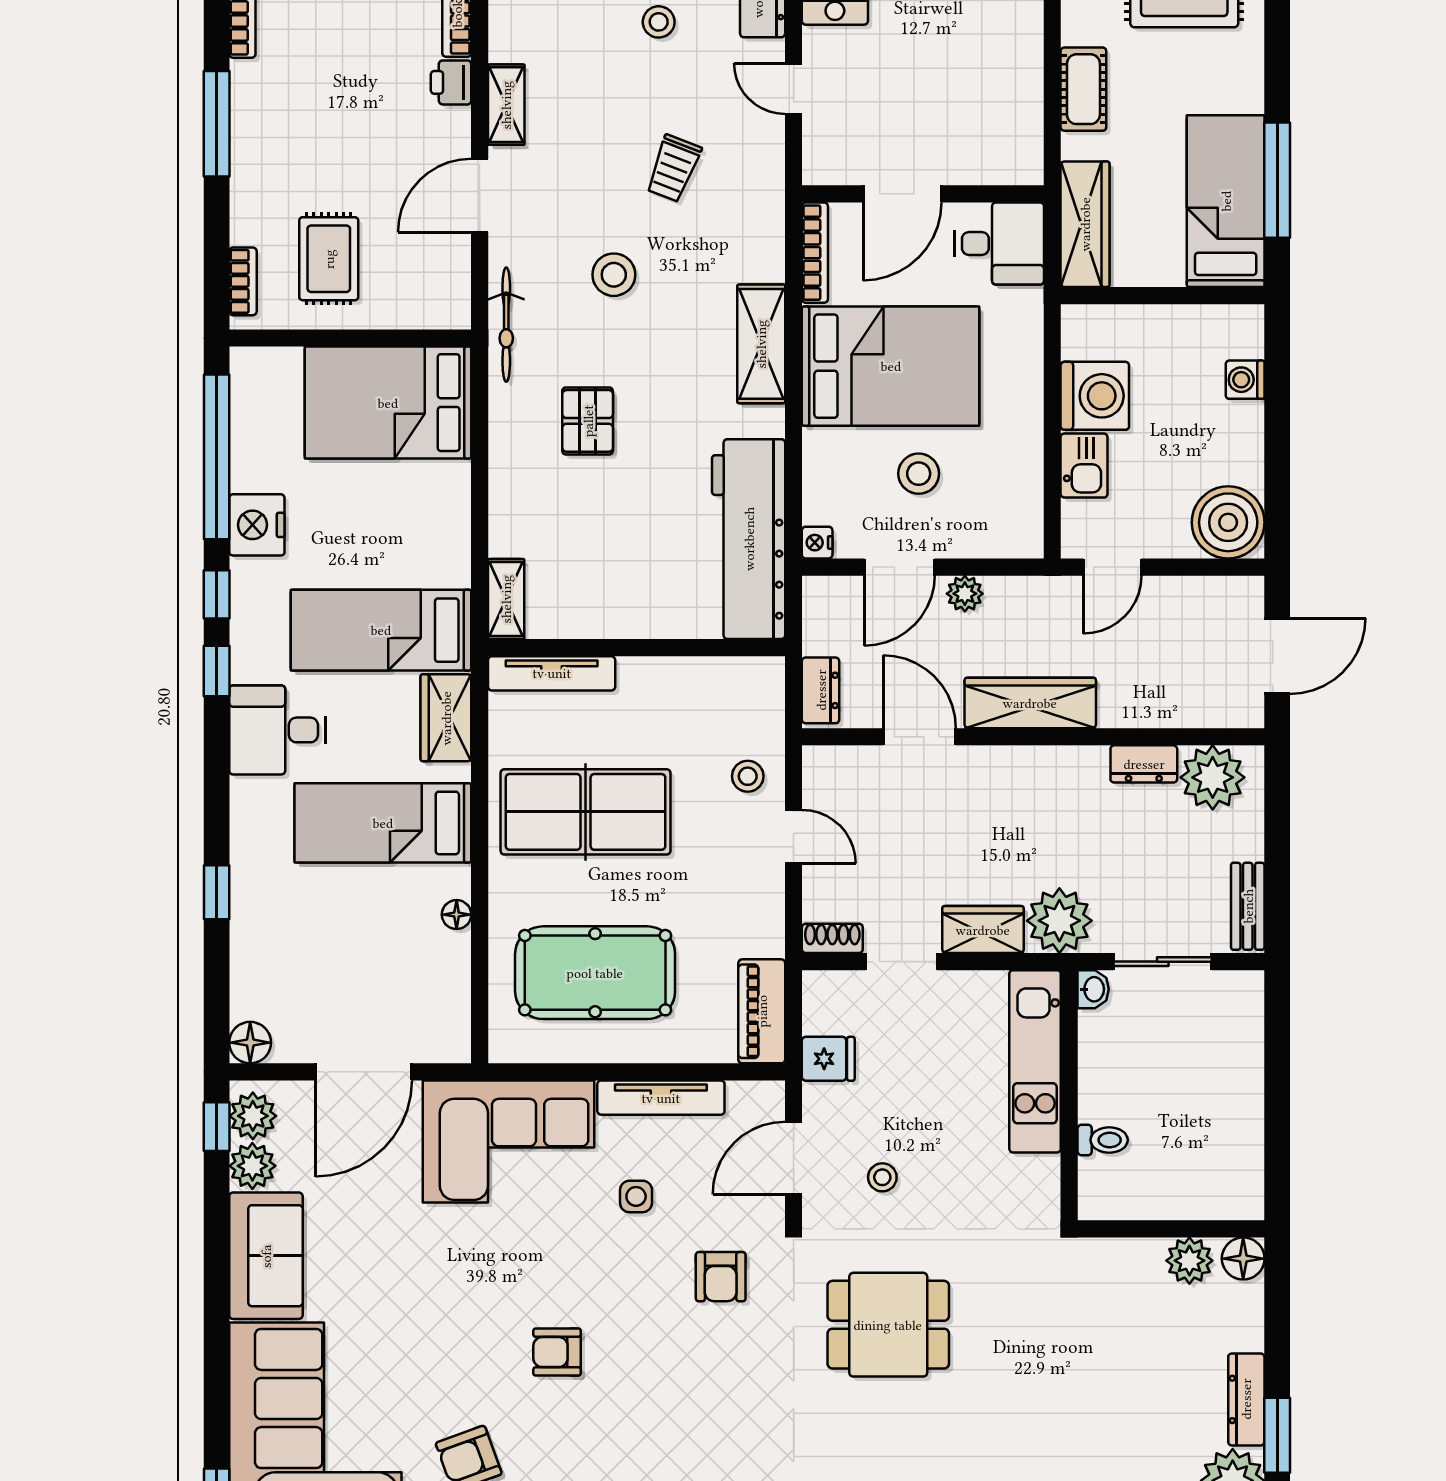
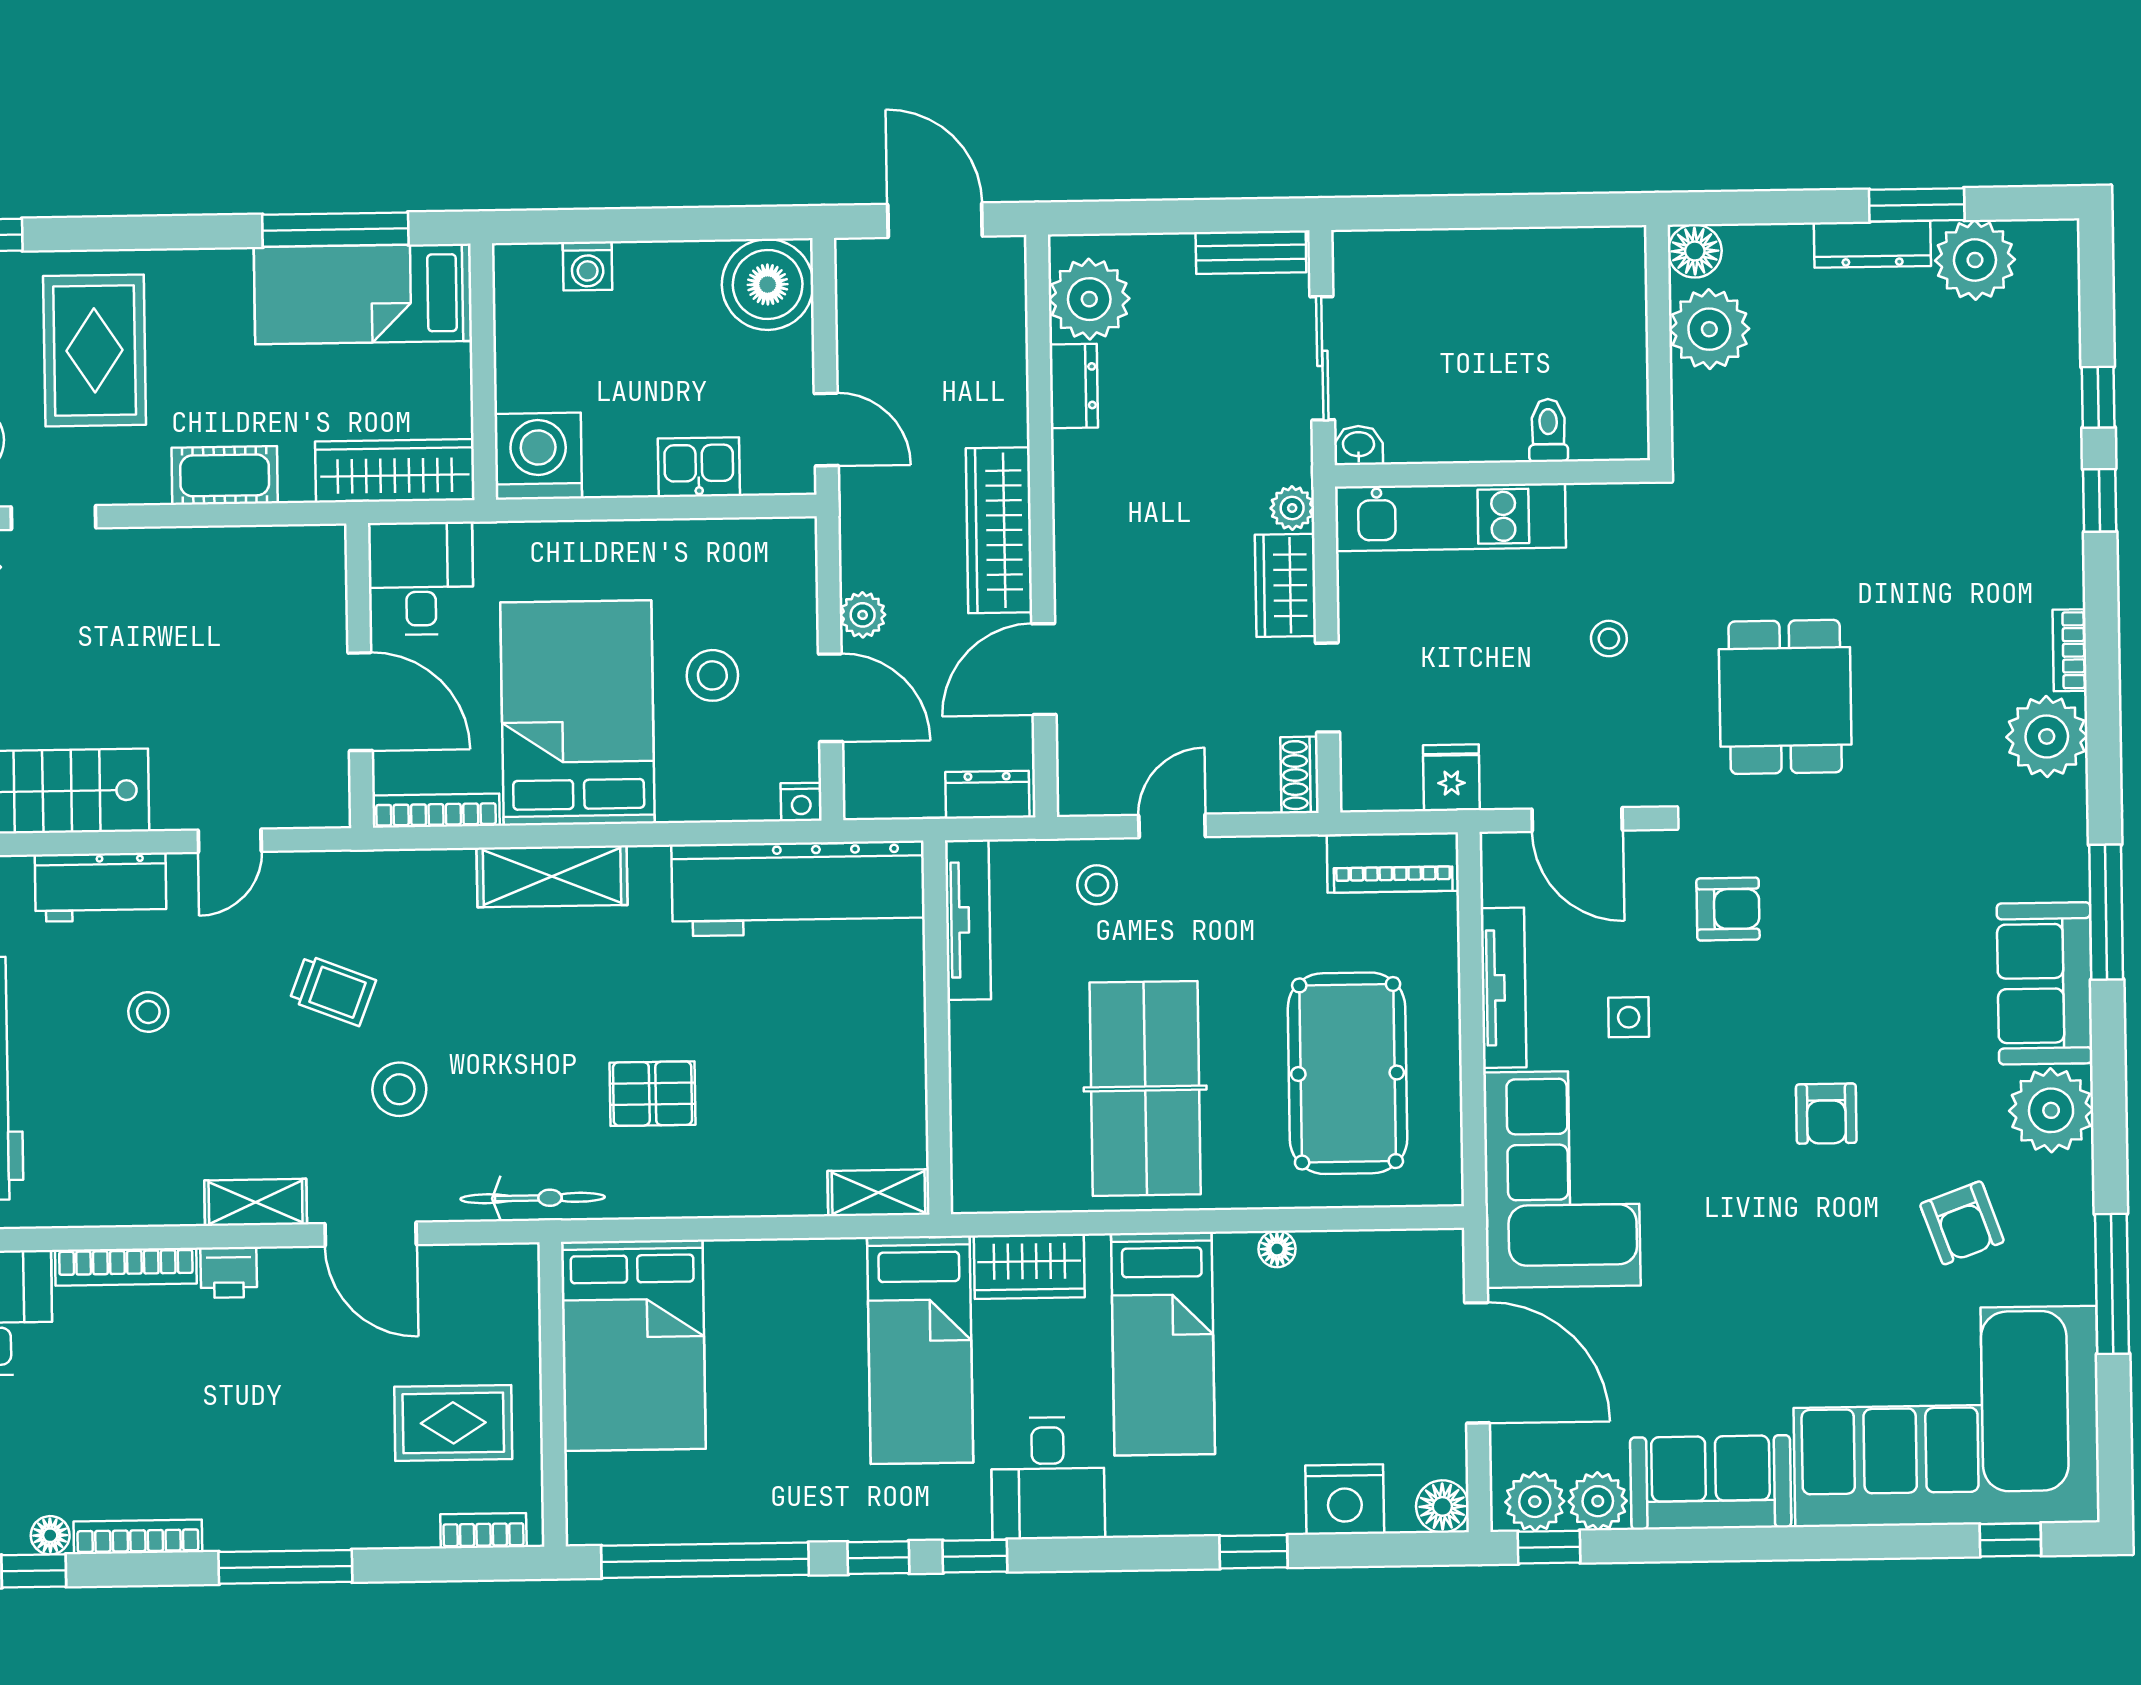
stool: (614, 275) -> (399, 1089), moved
washing machine: (1095, 396) -> (538, 456), moved
nightstand: (257, 525) -> (1345, 1499), moved
tv unit: (552, 673) -> (968, 920), moved
plant: (1059, 921) -> (1292, 508), width x0.53, depth x0.53
stool: (882, 1177) -> (1609, 639), moved
plant: (1189, 1261) -> (1709, 329), width x1.36, depth x1.36

